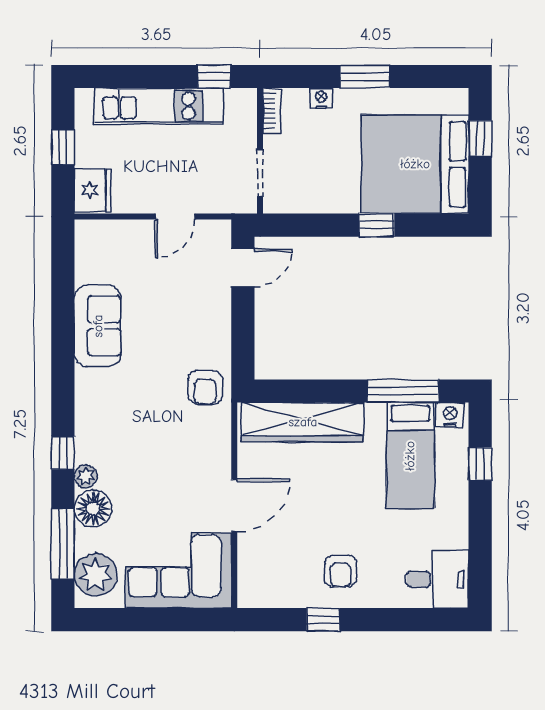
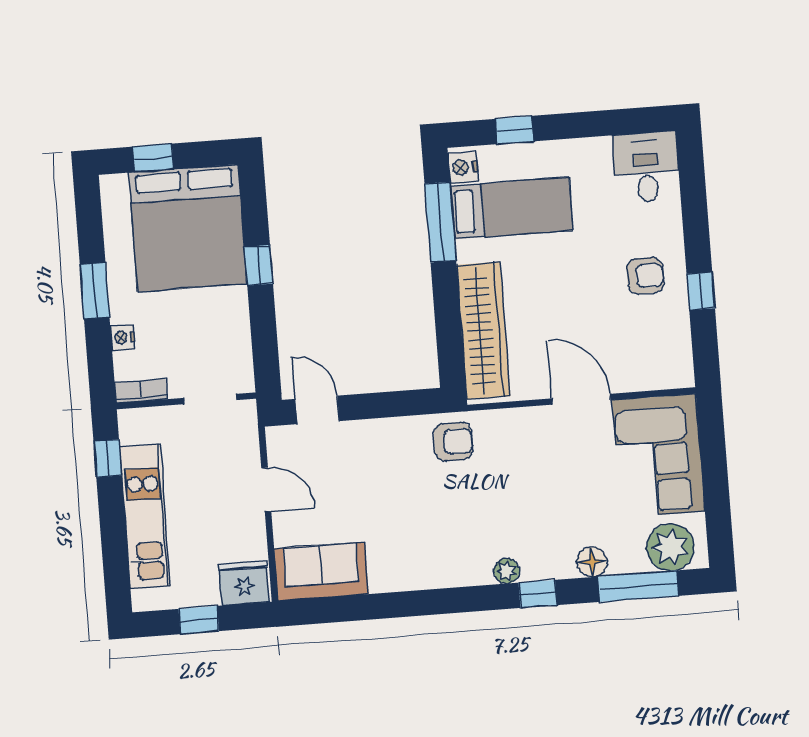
sofa: (98, 326) -> (321, 571), moved
plant: (86, 476) -> (507, 571), moved
floor lamp: (93, 509) -> (592, 562), width x0.73, depth x0.73

